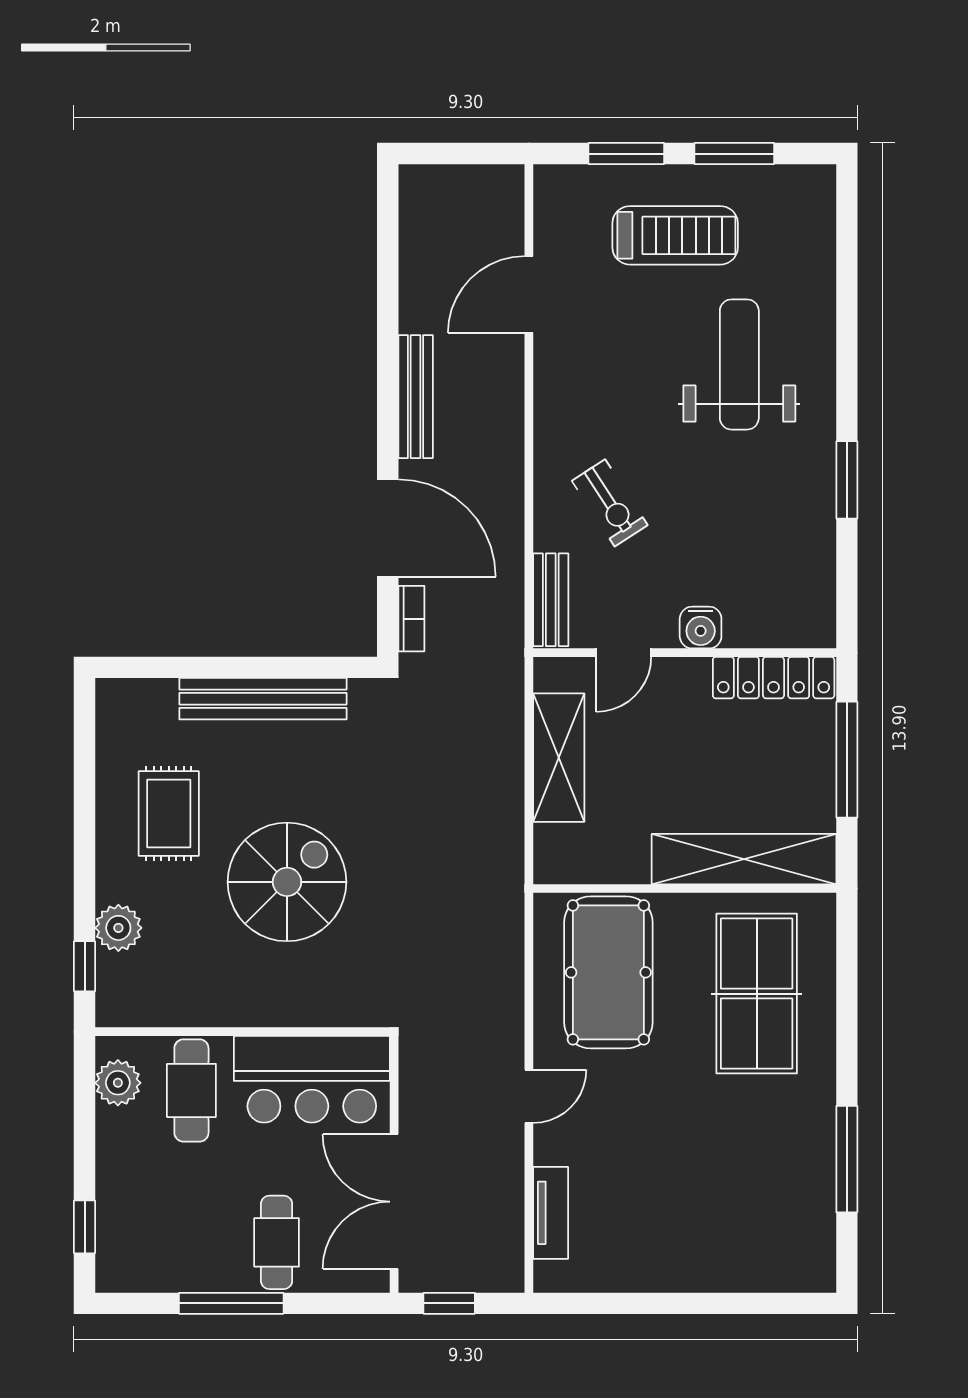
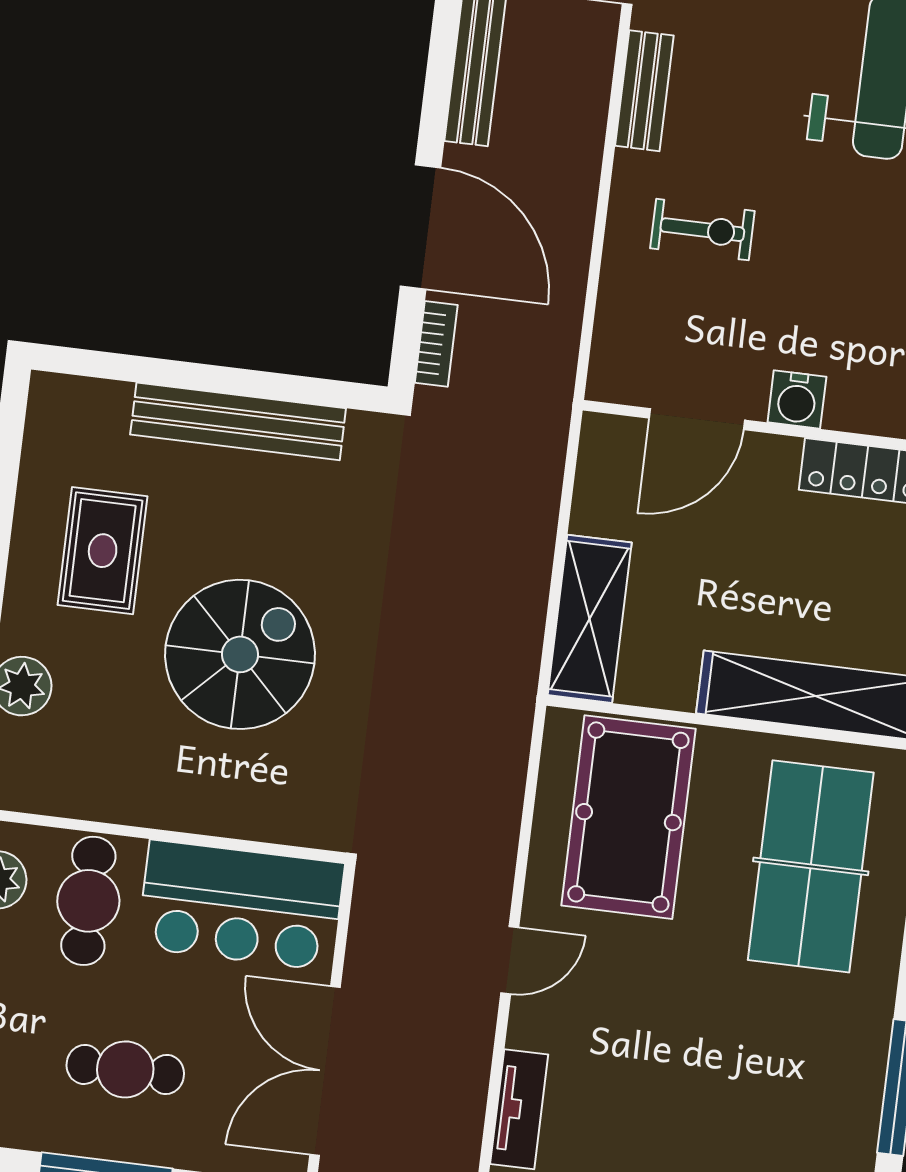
exercise bike: (610, 503) -> (702, 230), turned -57
bench: (551, 600) -> (644, 91), moved
door: (624, 653) -> (697, 419), width x1.38
shelving: (559, 758) -> (590, 619), moved
cafe table: (277, 1242) -> (125, 1069), moved, turned 90

